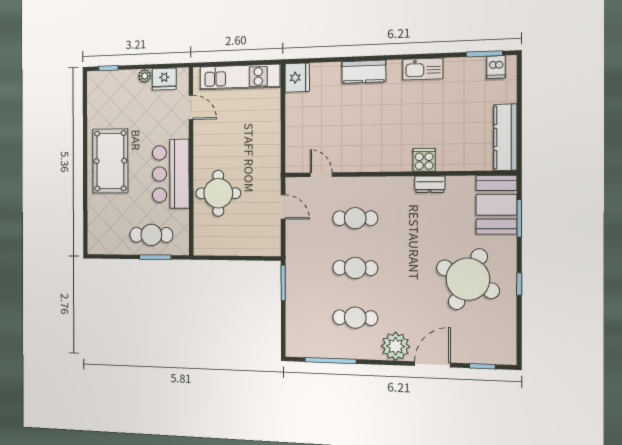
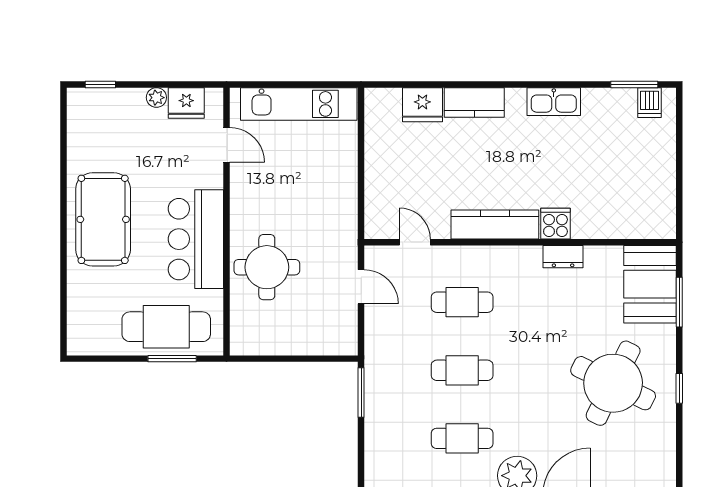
fridge: (297, 78) -> (422, 105), moved, turned 90
kitchen counter: (505, 137) -> (495, 225), moved, turned 90
cafe table: (151, 235) -> (166, 327), width x1.37, depth x1.35

